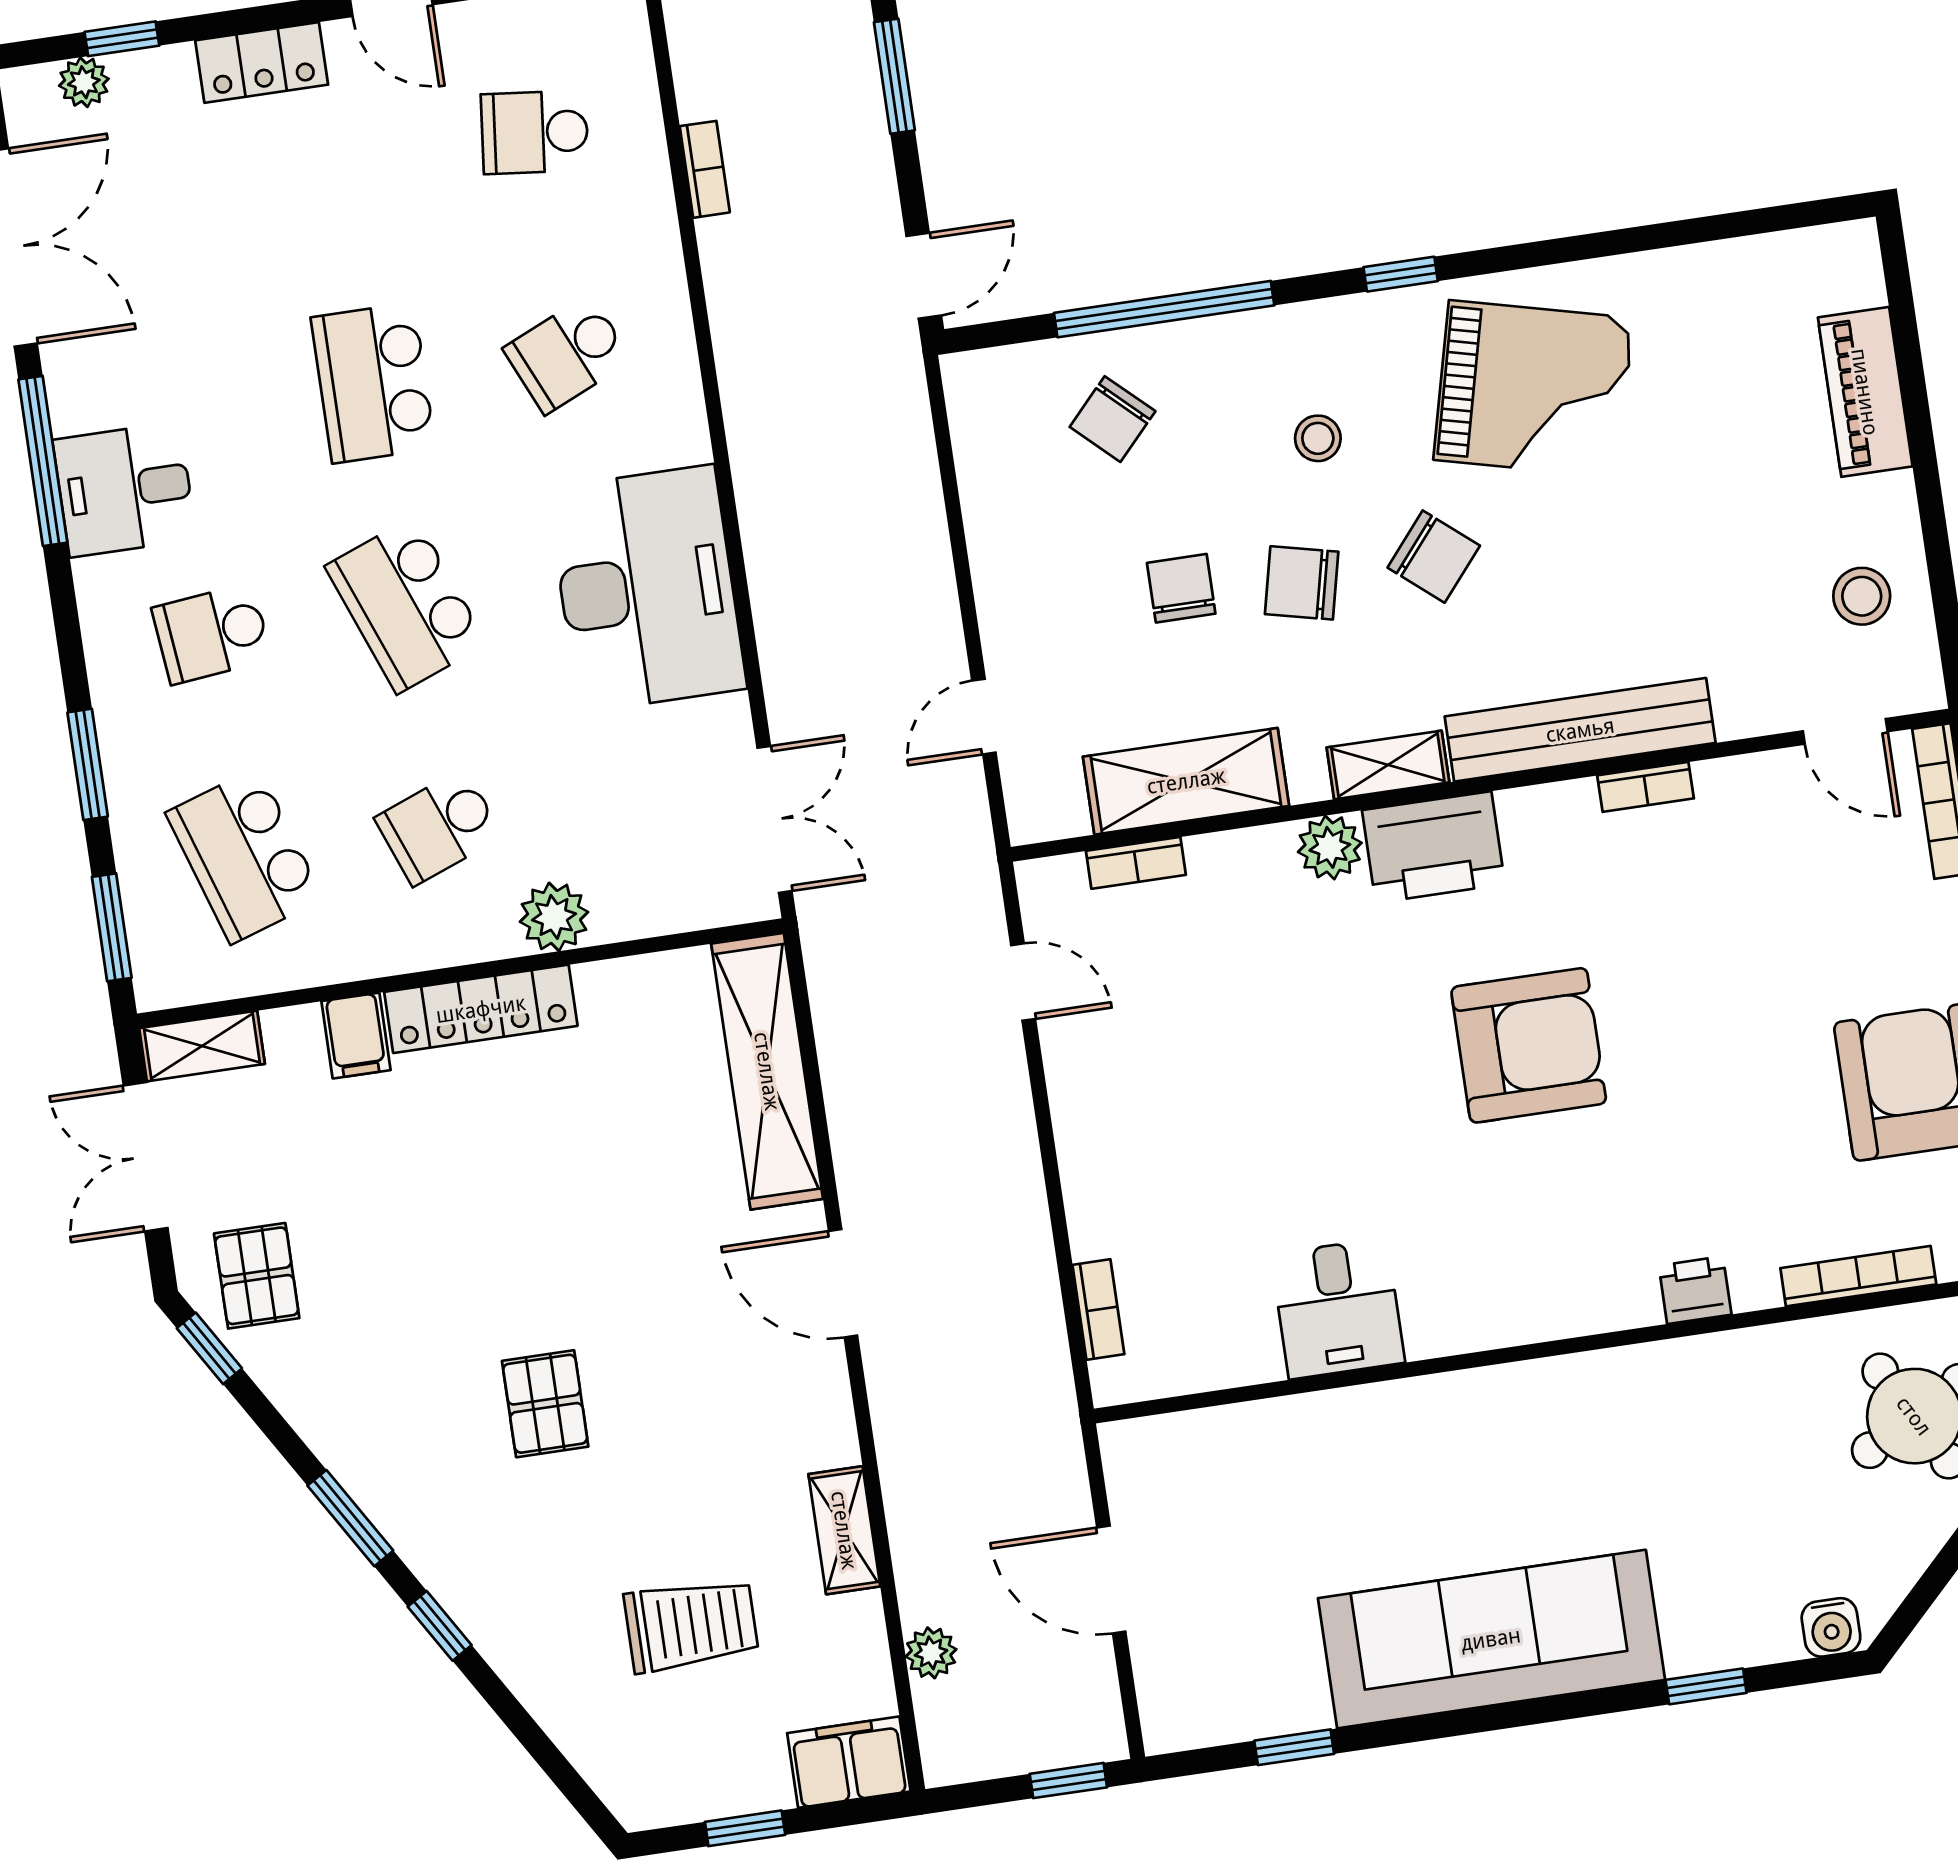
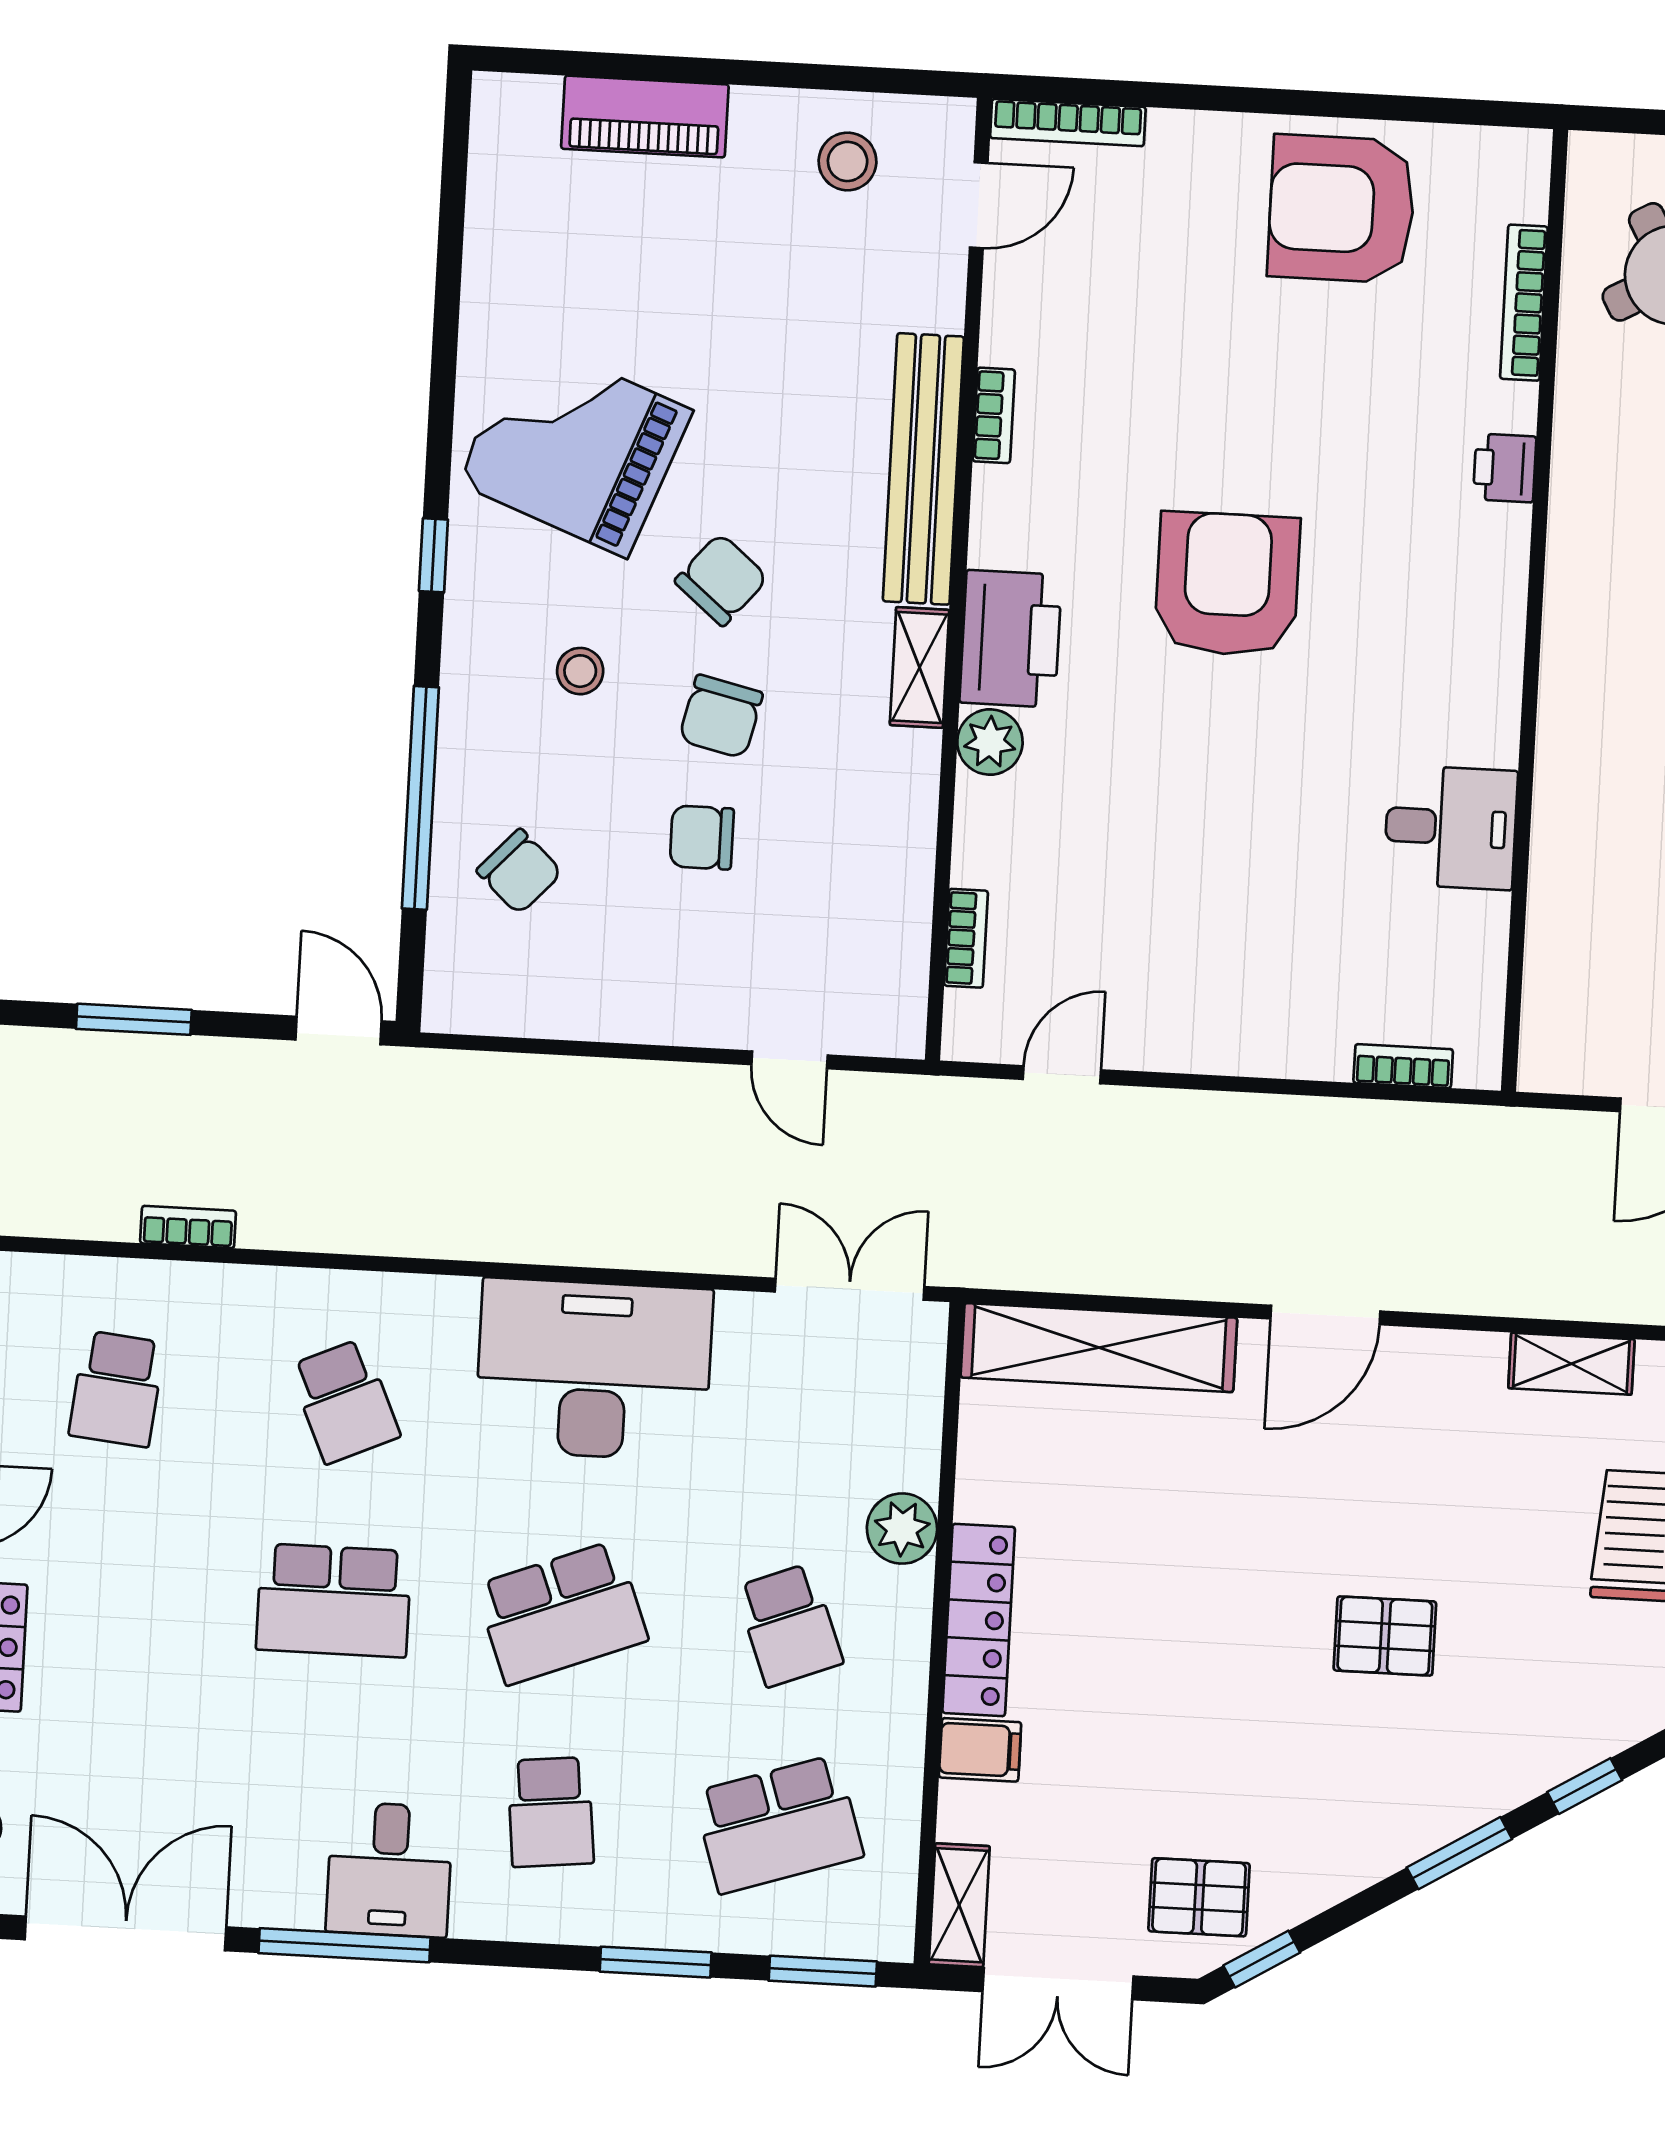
grand piano: (1533, 389) -> (575, 446), turned -83
shelving: (1186, 781) -> (895, 872), removed

